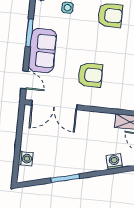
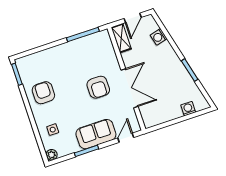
armchair: (90, 75) -> (98, 87), turned 180
double door: (54, 105) -> (130, 88), moved

